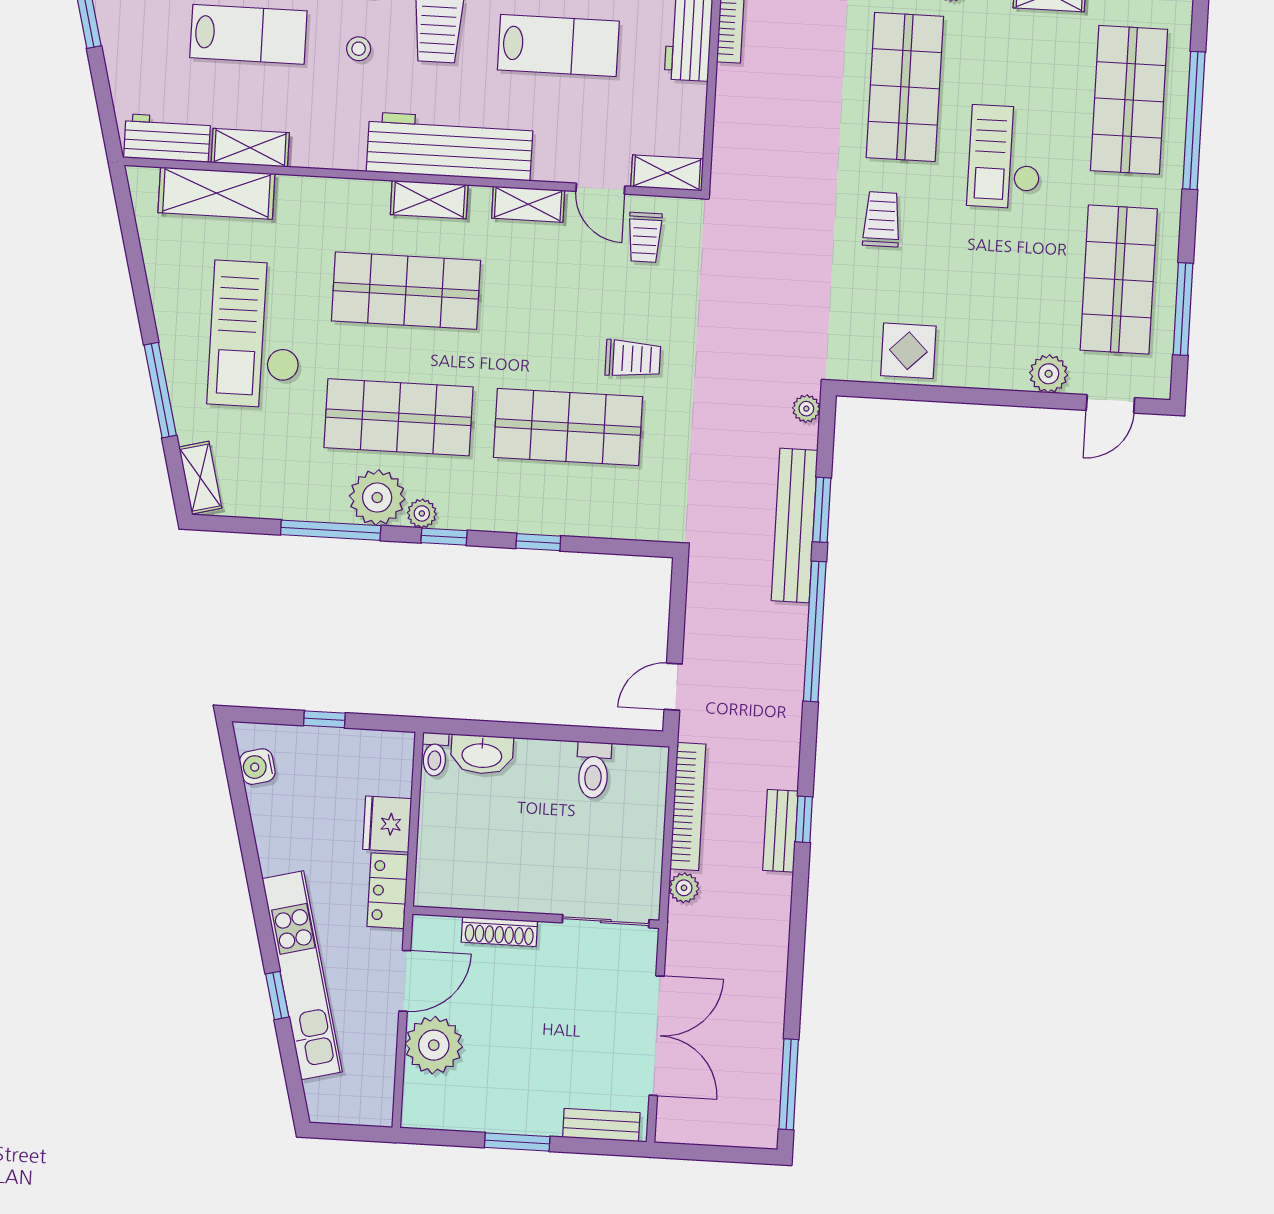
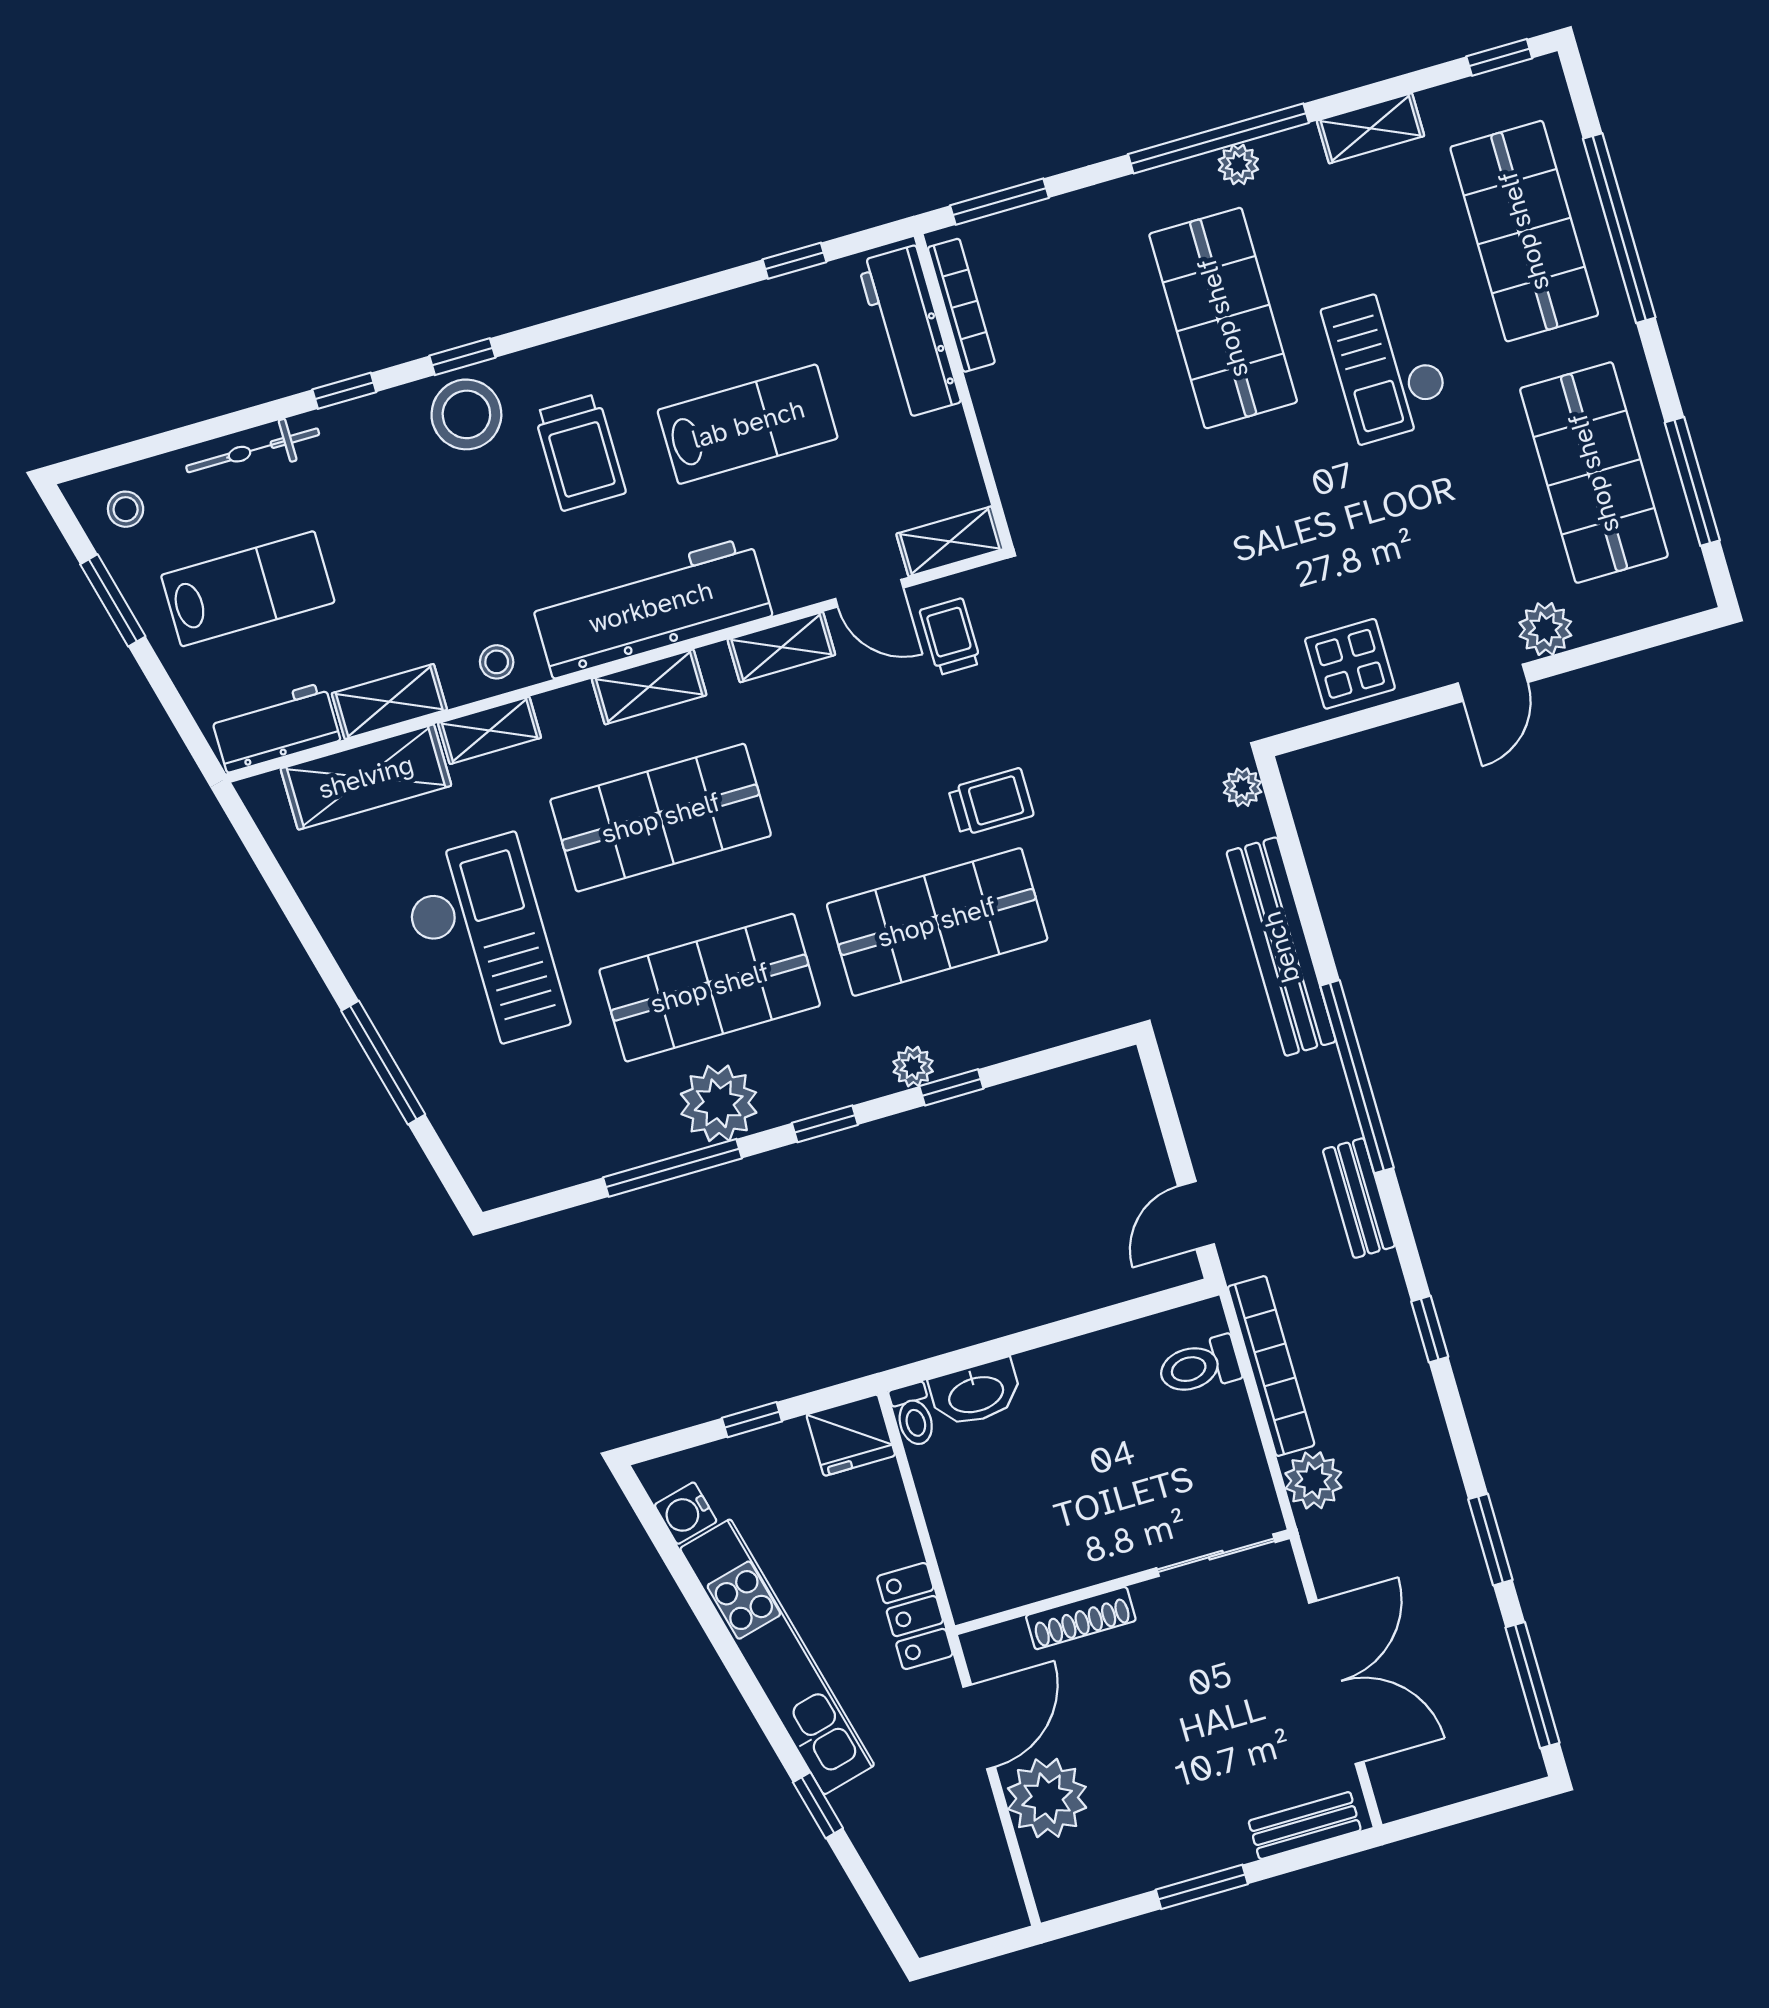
lab bench: (248, 34) -> (248, 589), moved
stool: (359, 49) -> (497, 662), moved
trolley: (882, 219) -> (1254, 503), removed
trolley: (645, 237) -> (950, 637), turned 180
checkout: (256, 334) -> (483, 945), turned 180
door: (1110, 404) -> (1493, 683), moved
shelving: (200, 478) -> (490, 730), moved, turned -76
window: (822, 510) -> (1490, 1540), moved
plant: (422, 513) -> (913, 1067), moved
toilet: (593, 770) -> (1199, 1366), moved, turned 90
fridge: (387, 824) -> (851, 1435), moved, turned -90
bench: (780, 831) -> (1359, 1198), moved
plant: (684, 888) -> (1313, 1480), width x1.38, depth x1.38
kitchen unit: (302, 975) -> (777, 1657), moved

